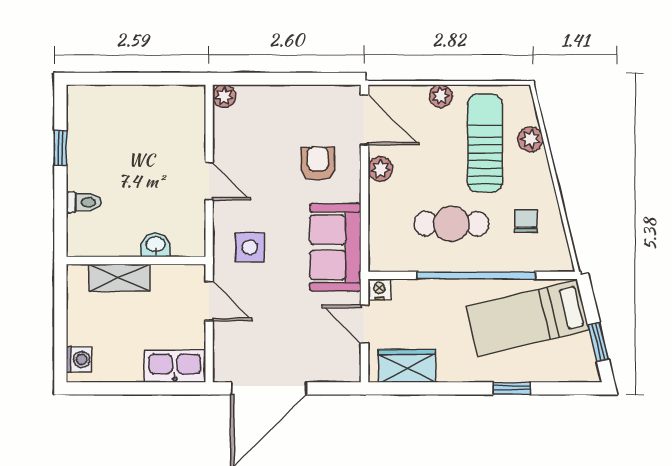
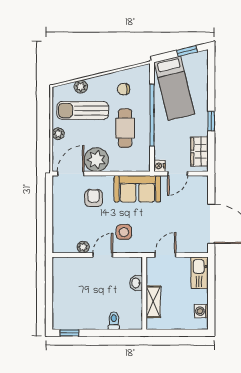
plant: (224, 96) -> (83, 247), moved
window: (60, 148) -> (70, 333), moved
armchair: (318, 164) -> (94, 198), turned 90
plant: (380, 169) -> (96, 160), width x1.87, depth x1.87
side table: (250, 247) -> (124, 232), moved
washing machine: (79, 359) -> (201, 311), moved, turned -90
window: (512, 388) -> (211, 121), moved

